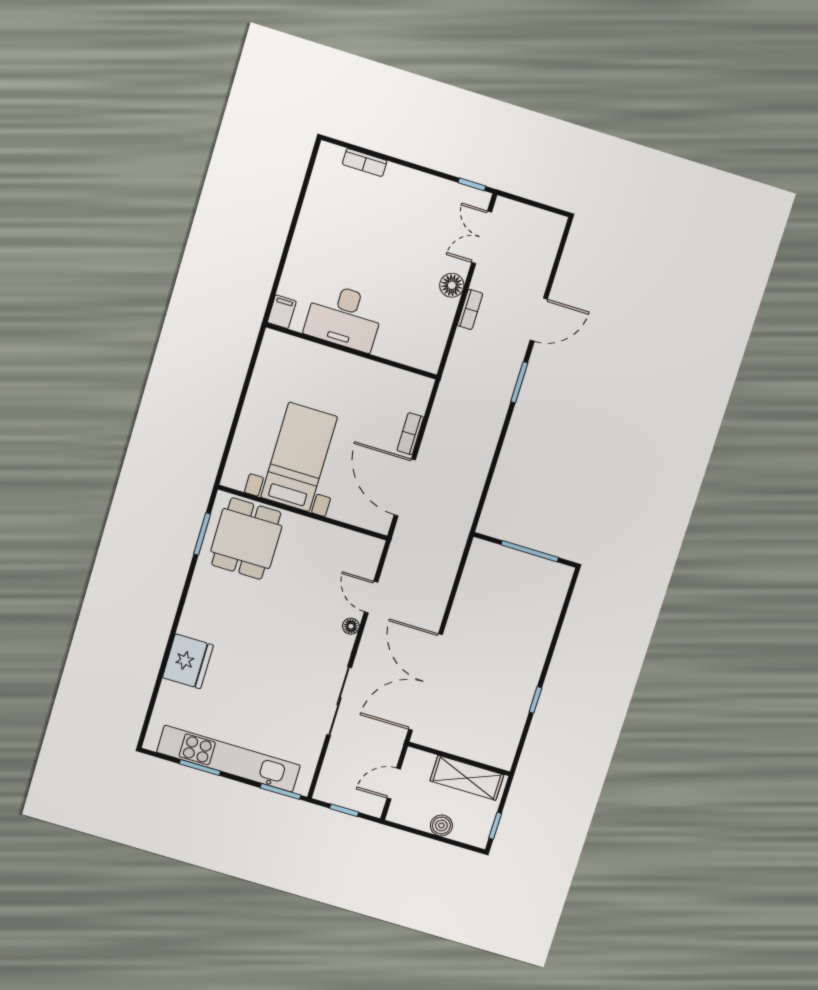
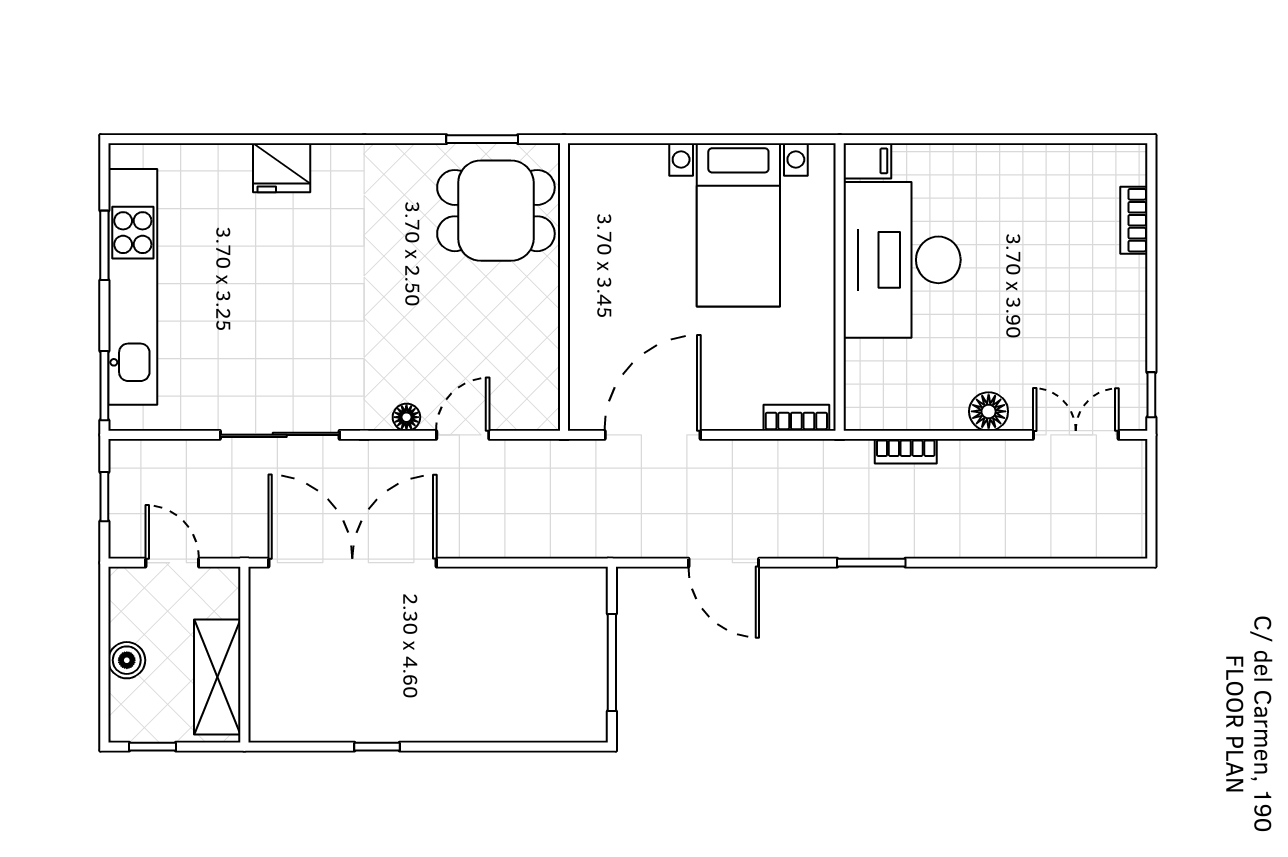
bookcase: (470, 309) -> (906, 451), moved
desk: (344, 317) -> (902, 260), width x1.36, depth x1.30
door: (539, 320) -> (724, 563), moved
bookcase: (410, 434) -> (796, 418), moved
bed with nightstands: (299, 457) -> (738, 225), moved, turned 90
fridge: (188, 661) -> (282, 168), width x0.73, depth x0.75

